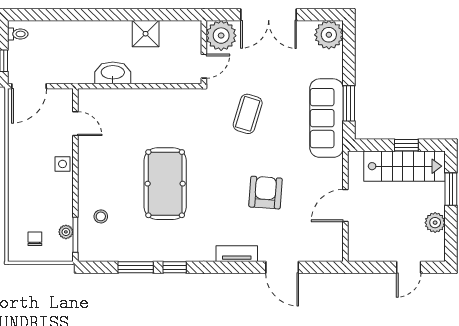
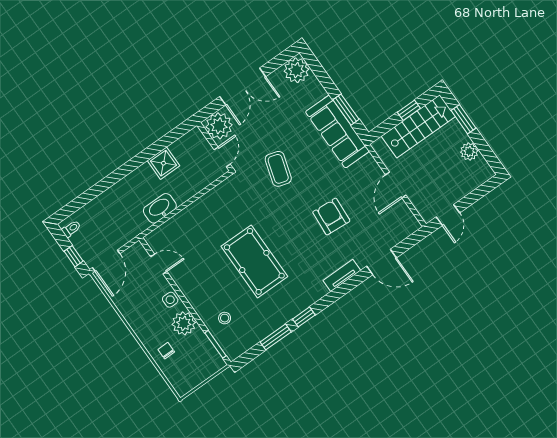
plant: (66, 232) -> (184, 323), moved, width x1.88, depth x1.88
chair: (35, 239) -> (166, 351), moved
door: (409, 267) -> (448, 215), moved

